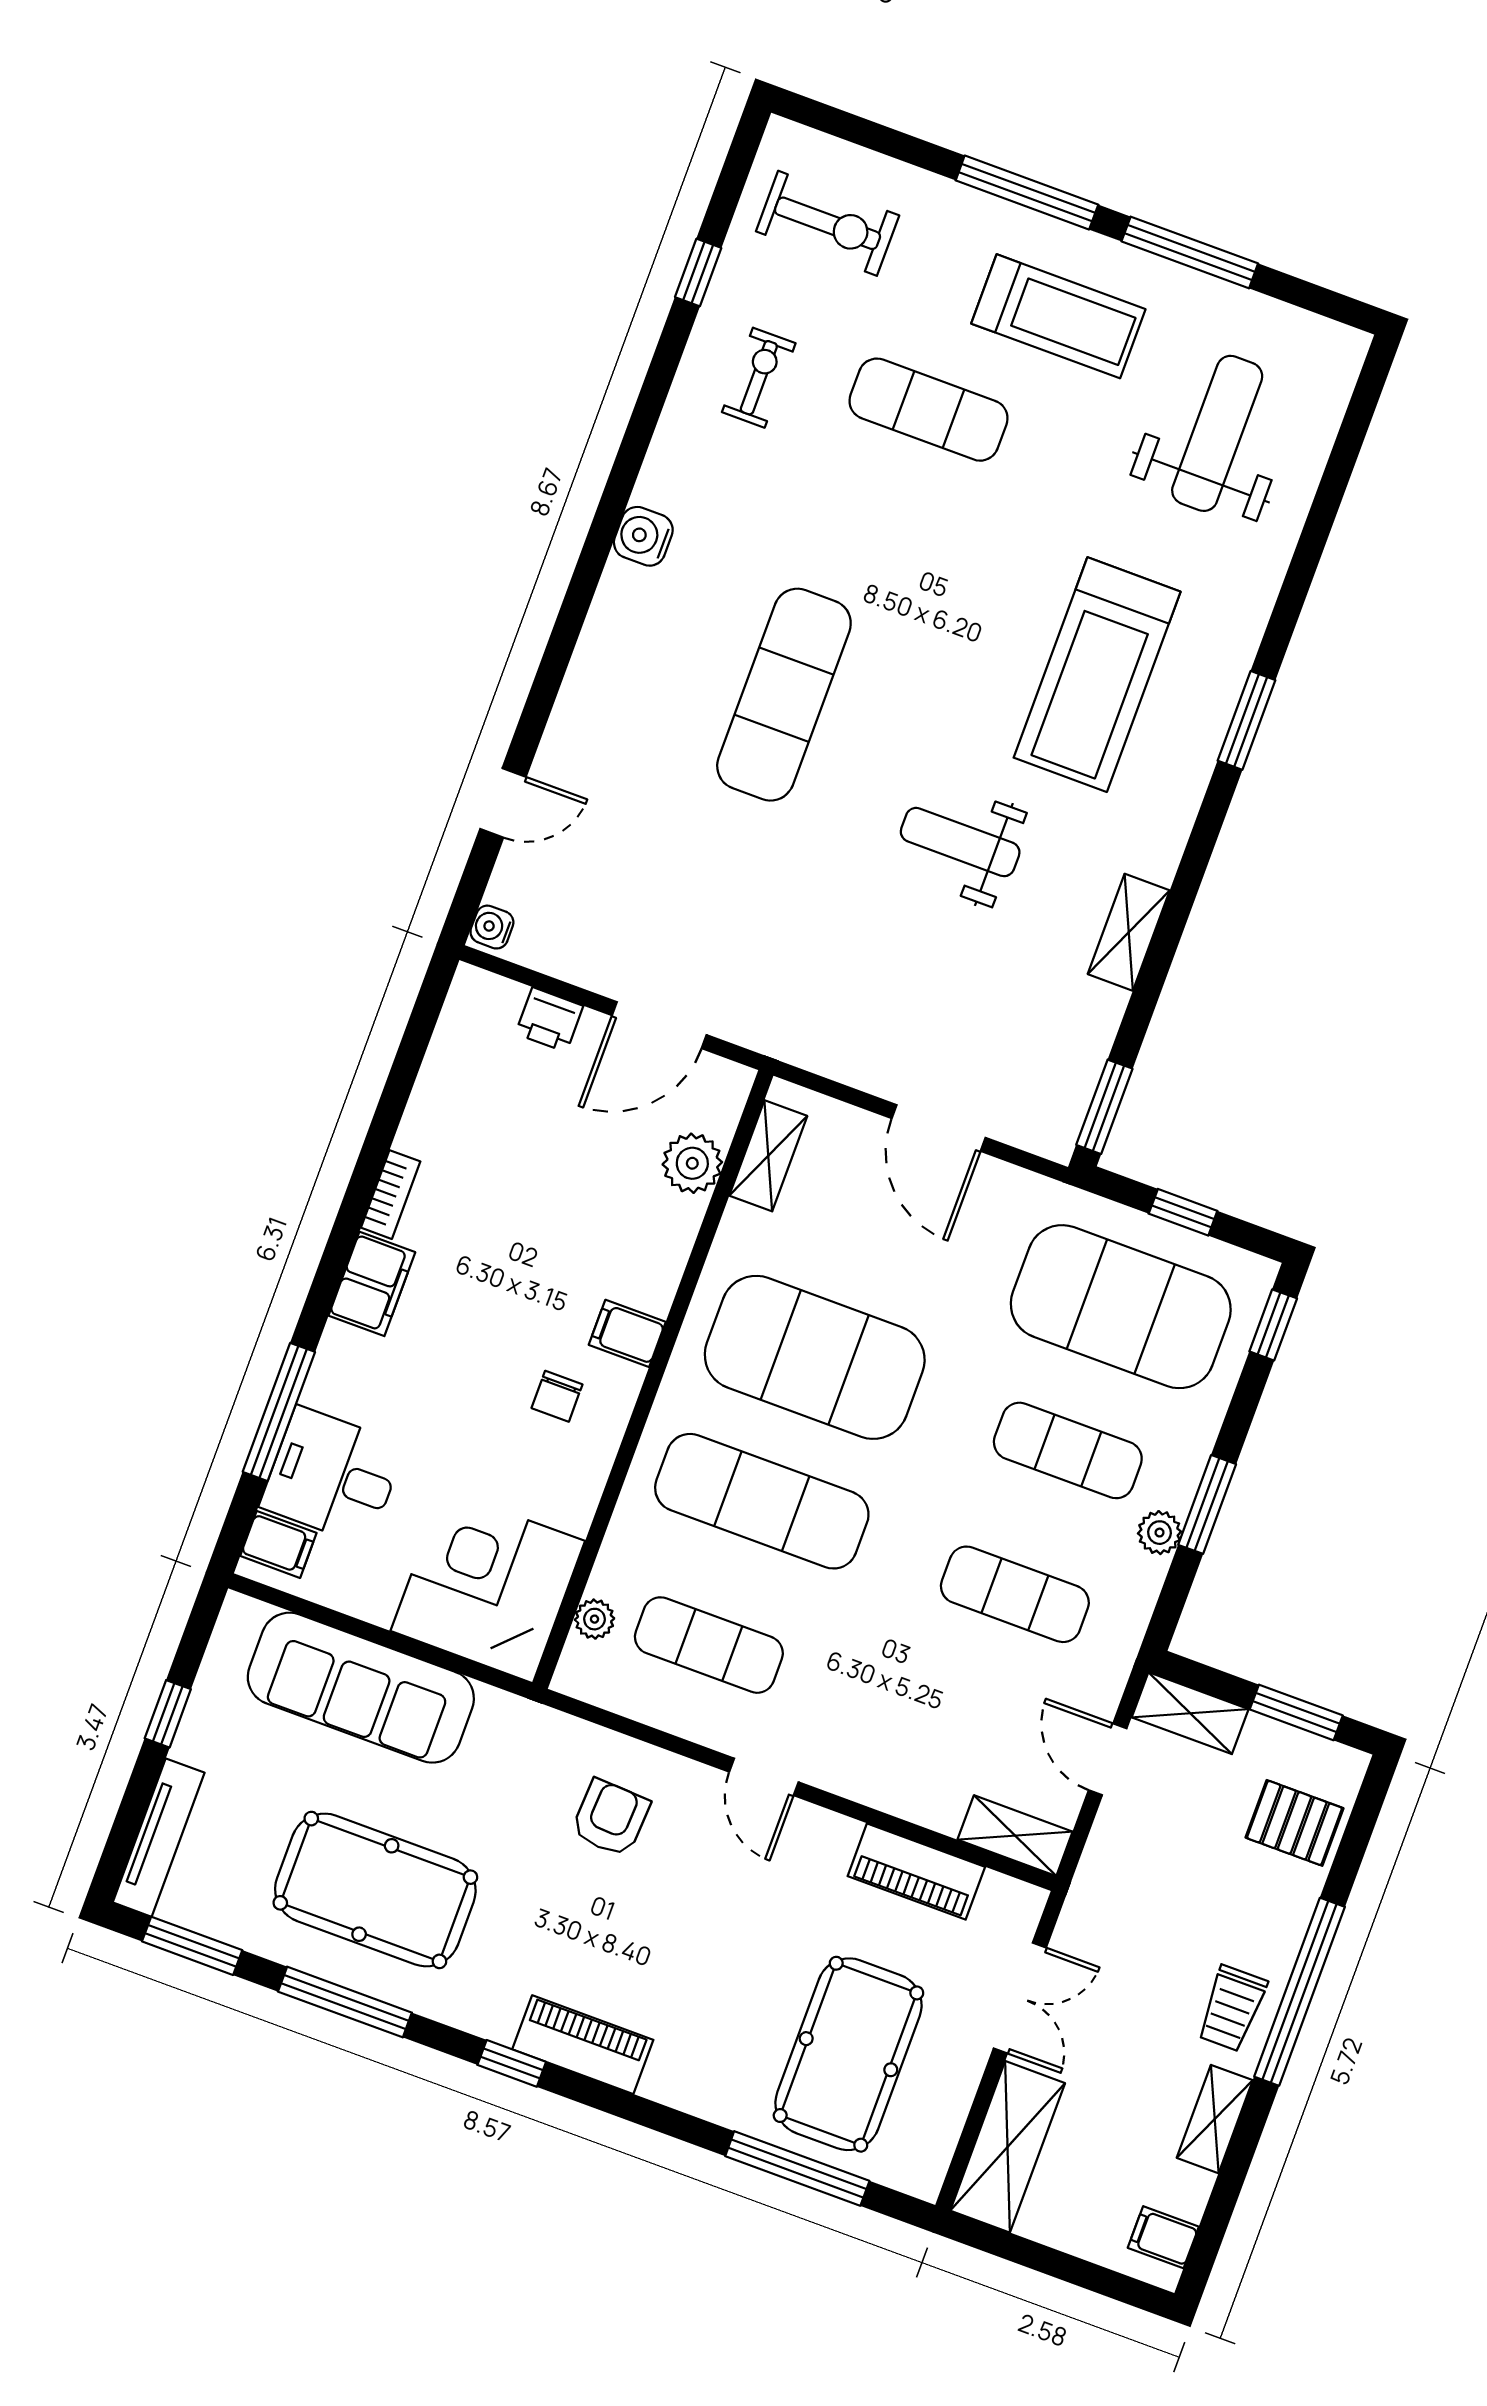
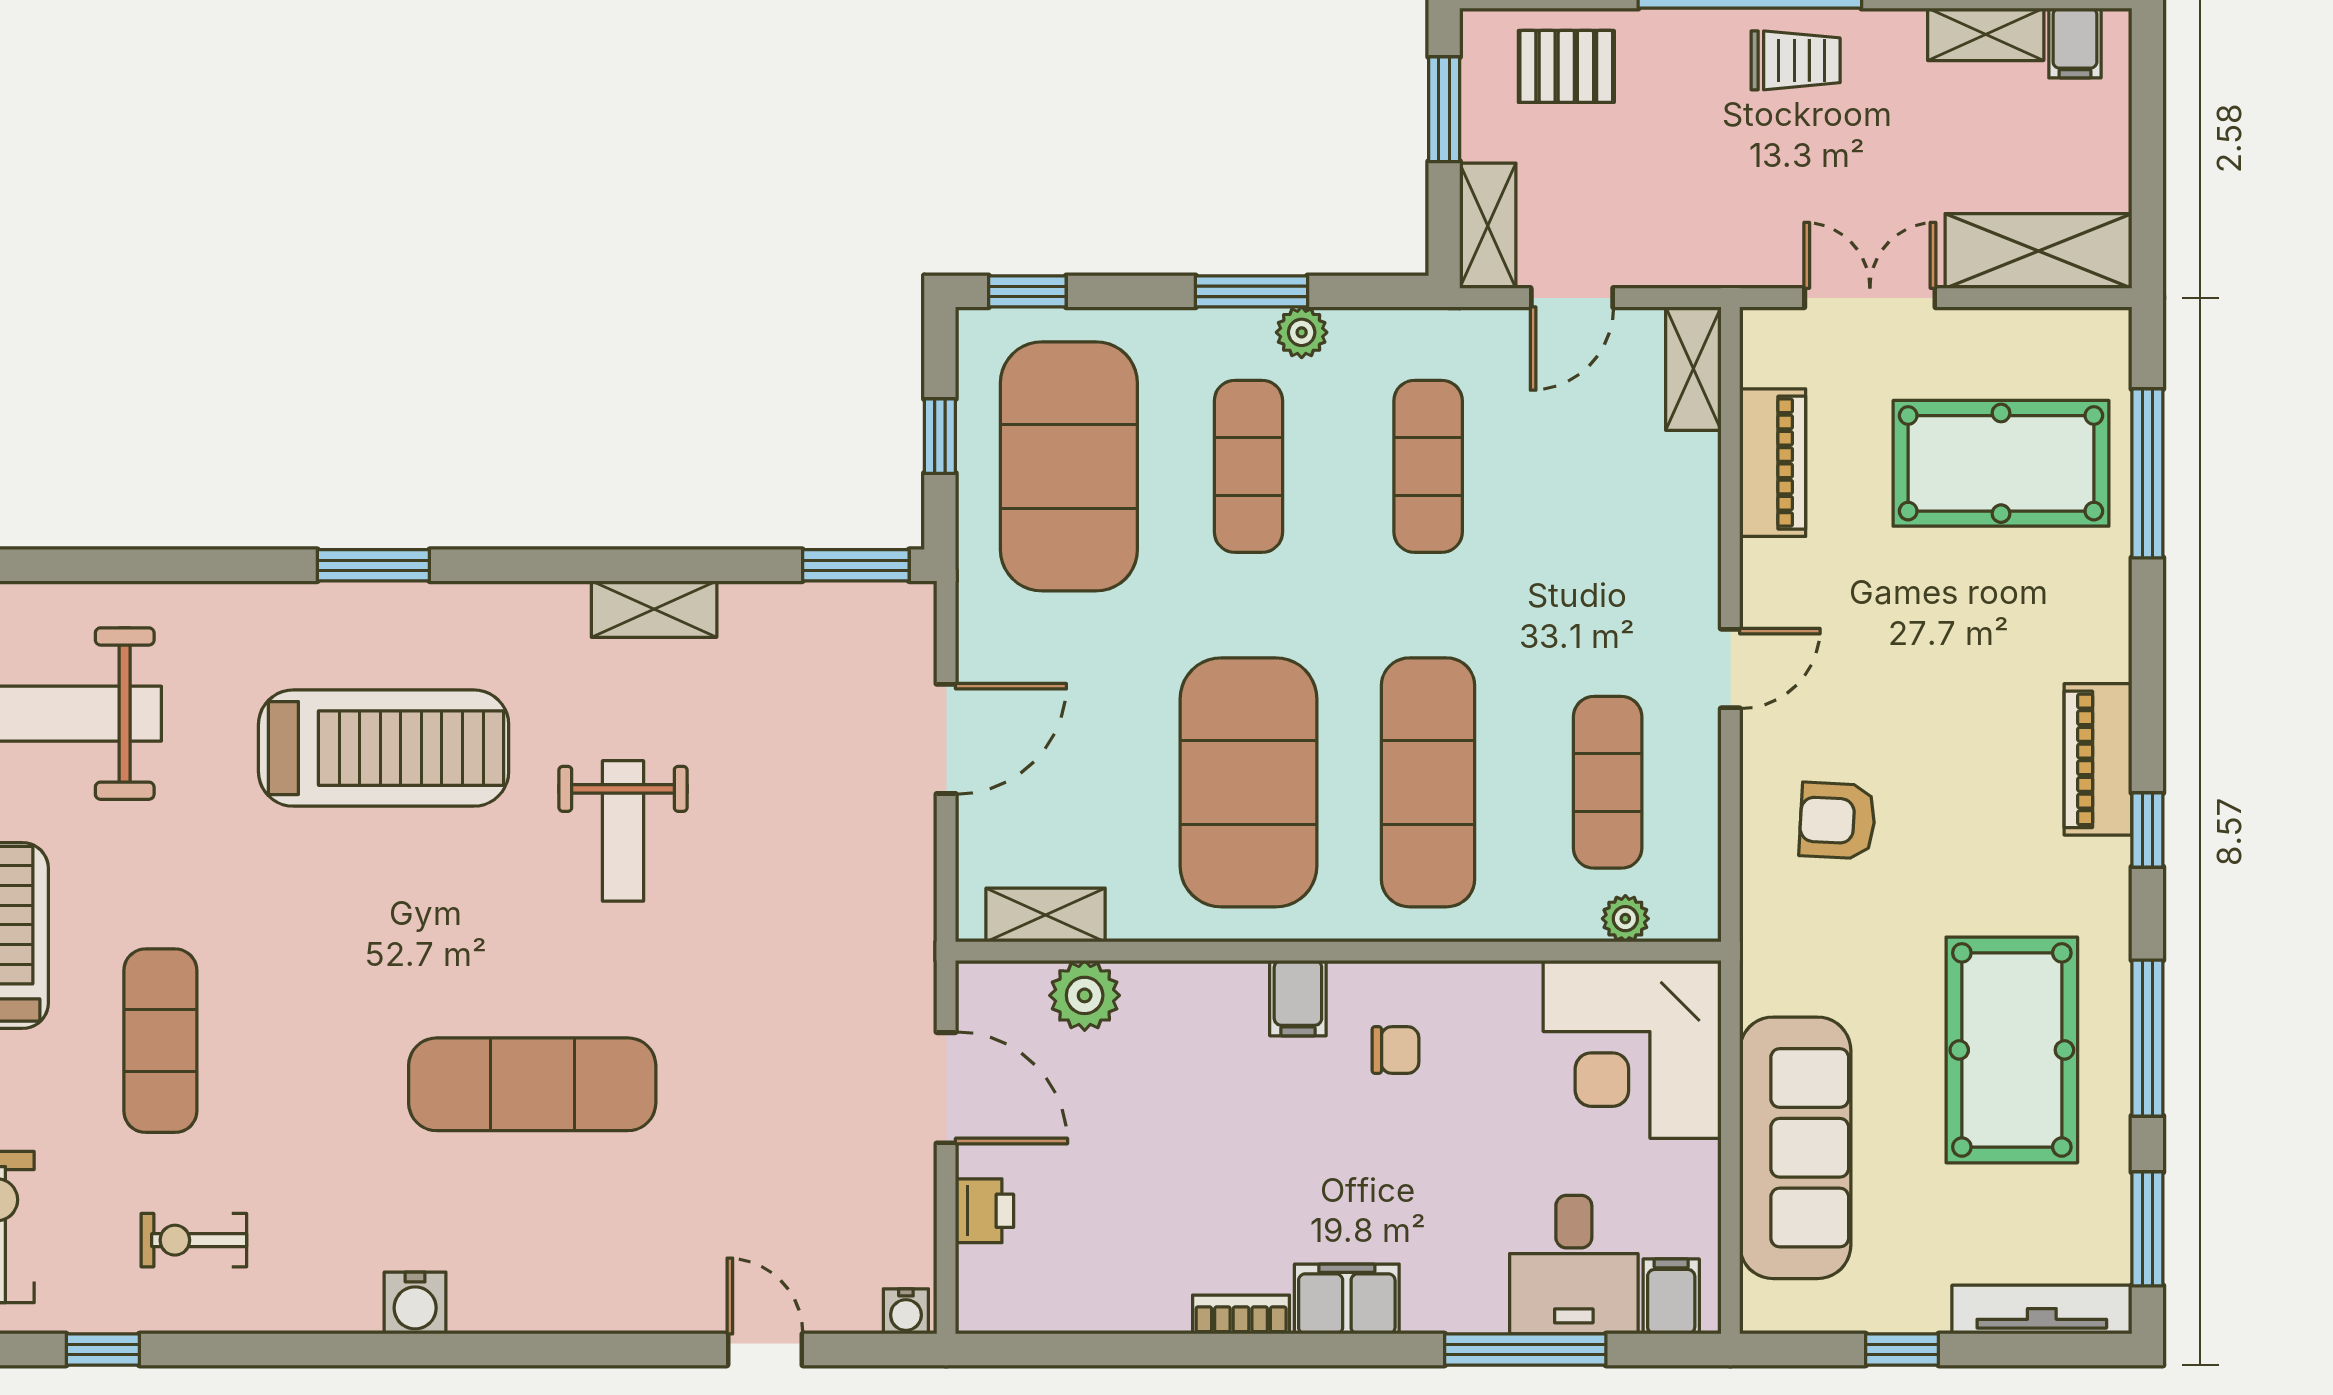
pallet: (1294, 1823) -> (1566, 66), turned 90
shelving: (1215, 2119) -> (1986, 34), moved

